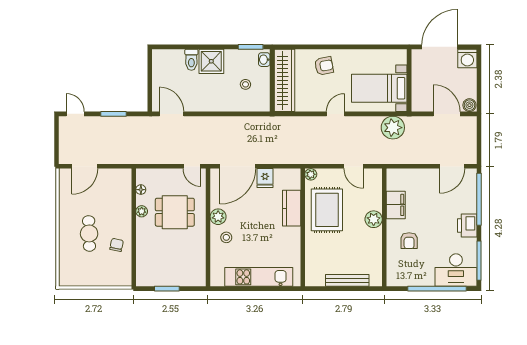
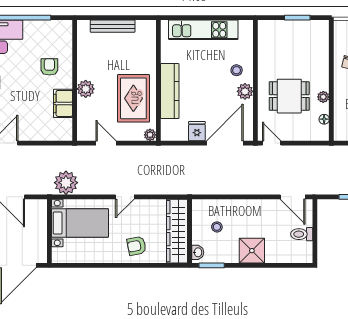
toilet: (191, 60) -> (302, 234), moved, turned -90
kitchen counter: (292, 208) -> (170, 91), width x1.50

